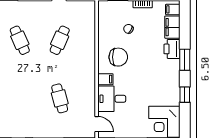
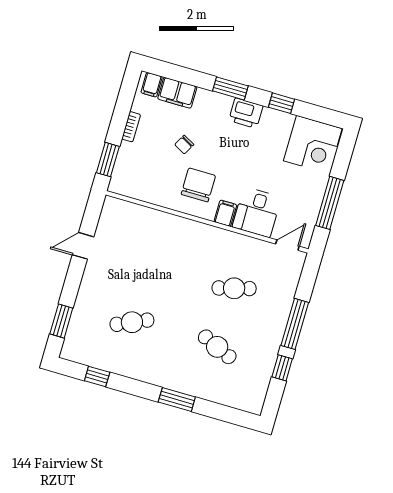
chair: (128, 29) -> (184, 145), moved
cafe table: (60, 40) -> (217, 347), moved
printer: (172, 49) -> (246, 113), moved

